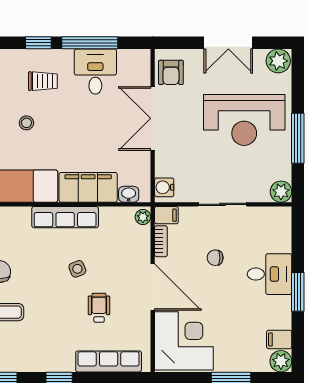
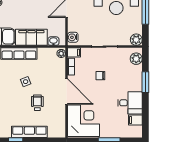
desk: (270, 274) -> (130, 103), moved
window: (298, 292) -> (145, 82), moved
row of seats: (109, 361) -> (29, 132), moved
plant: (281, 361) -> (136, 59), moved

